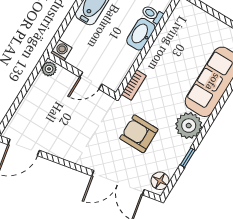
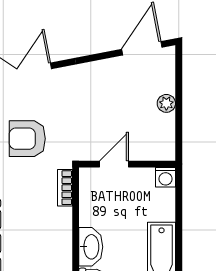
plant: (49, 69) -> (166, 103), moved
armchair: (139, 134) -> (27, 139), turned 180

